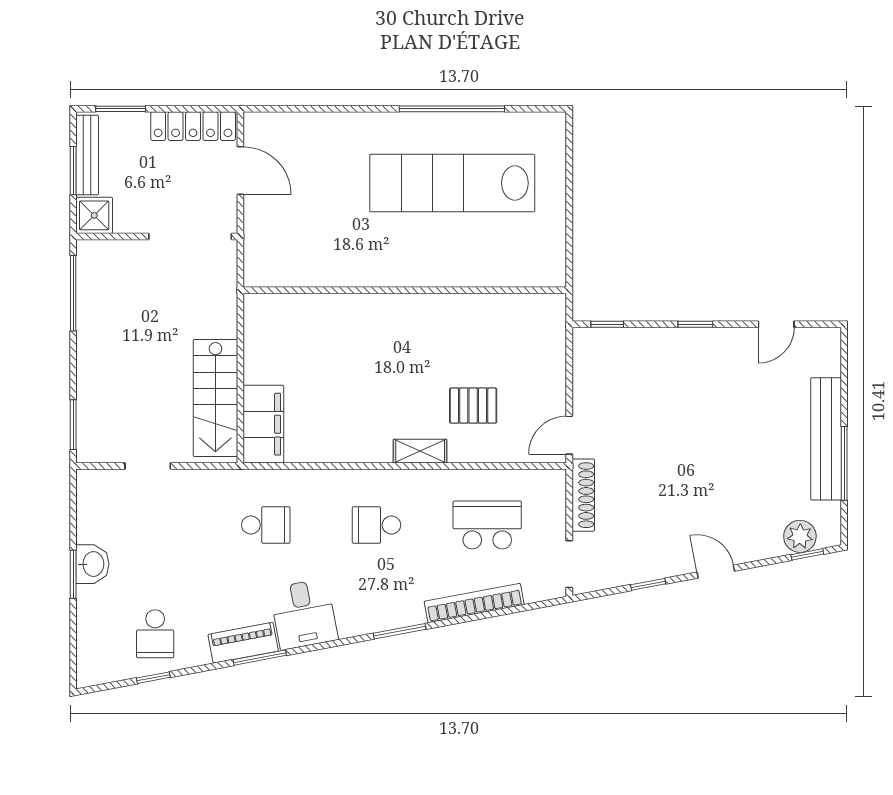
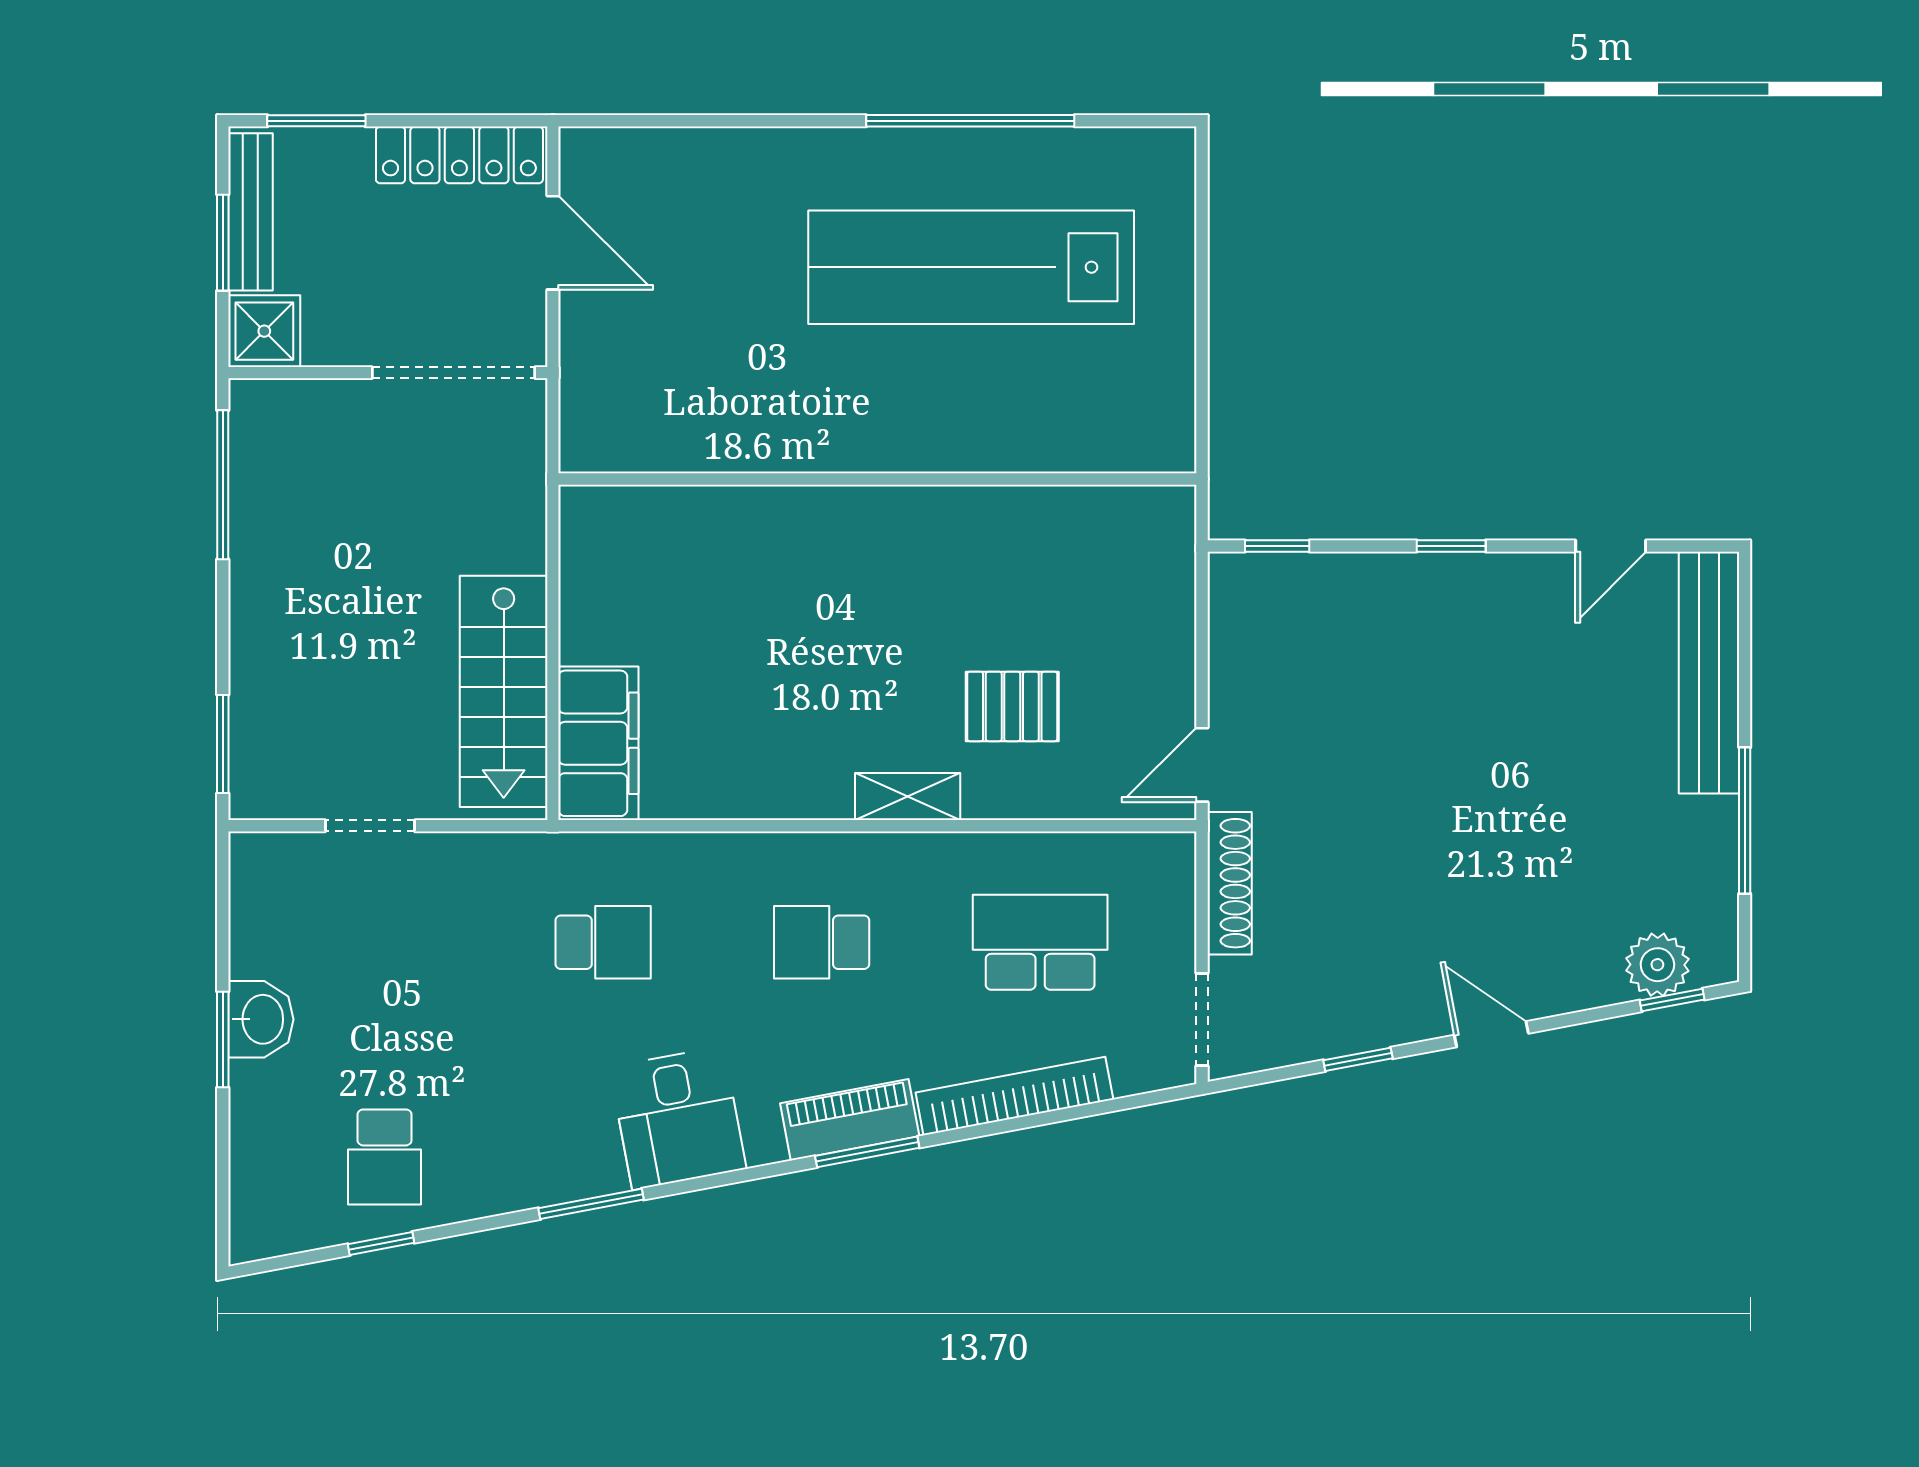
bench: (826, 439) -> (1709, 673), moved
piano: (243, 643) -> (850, 1120), moved

